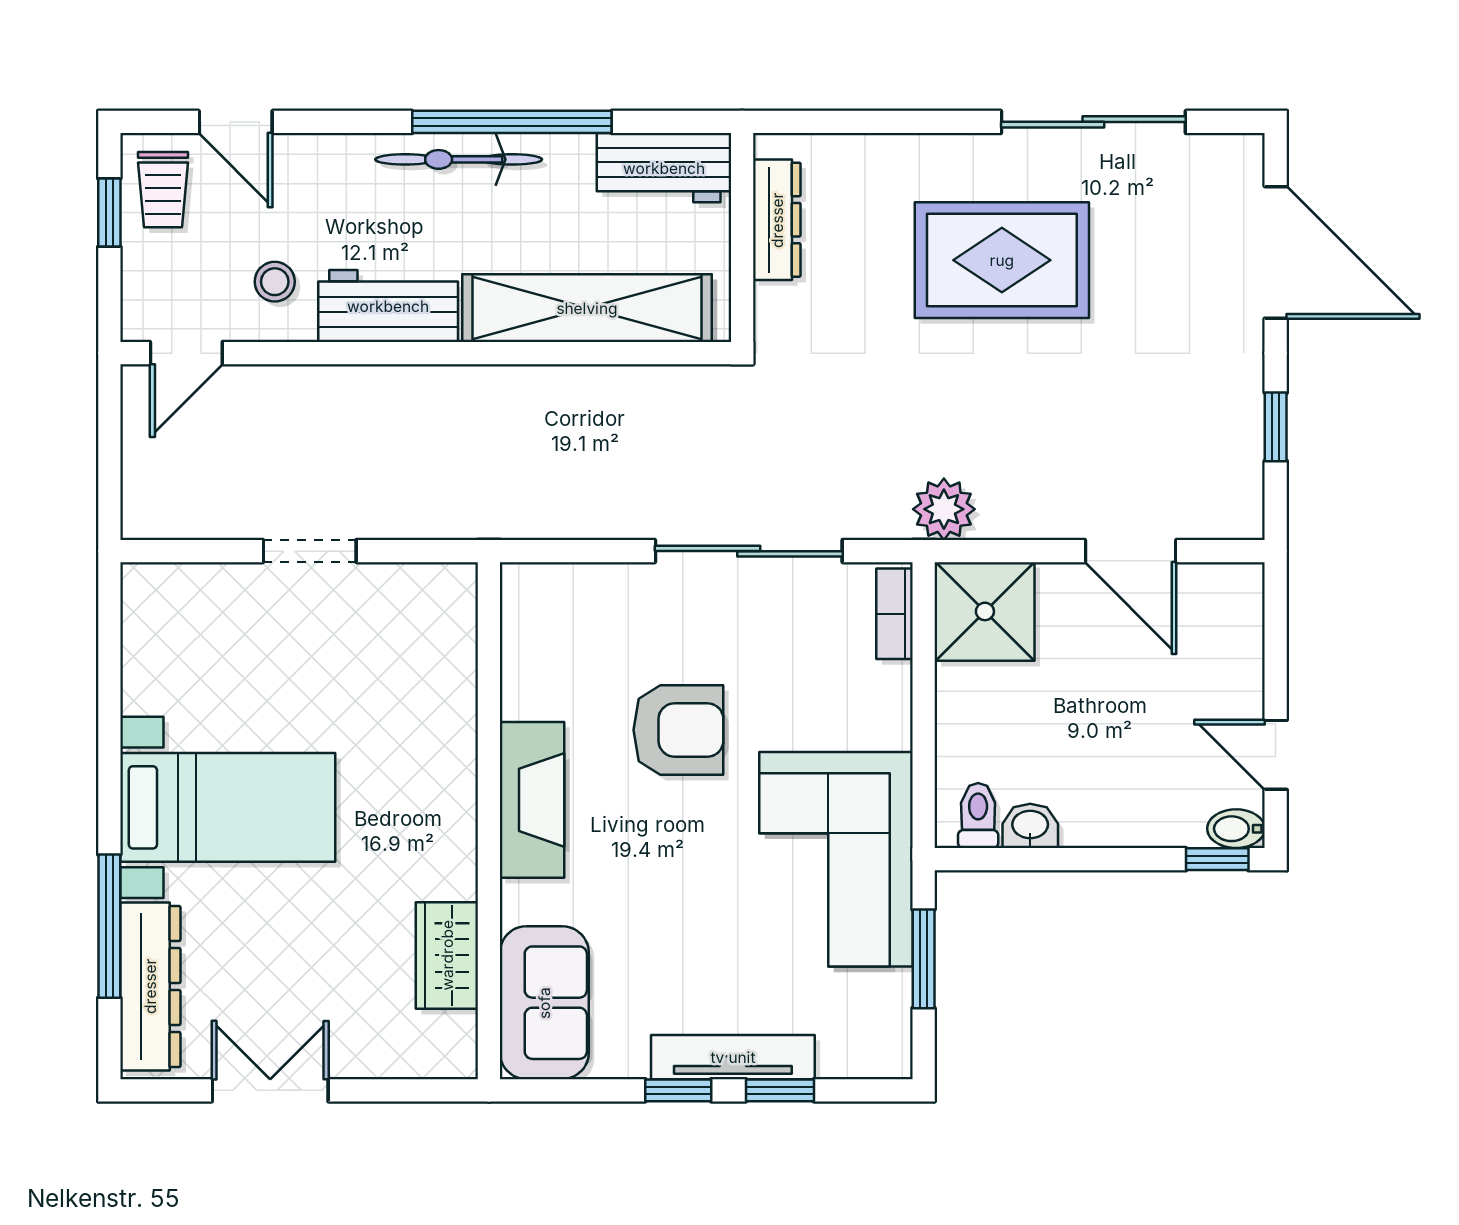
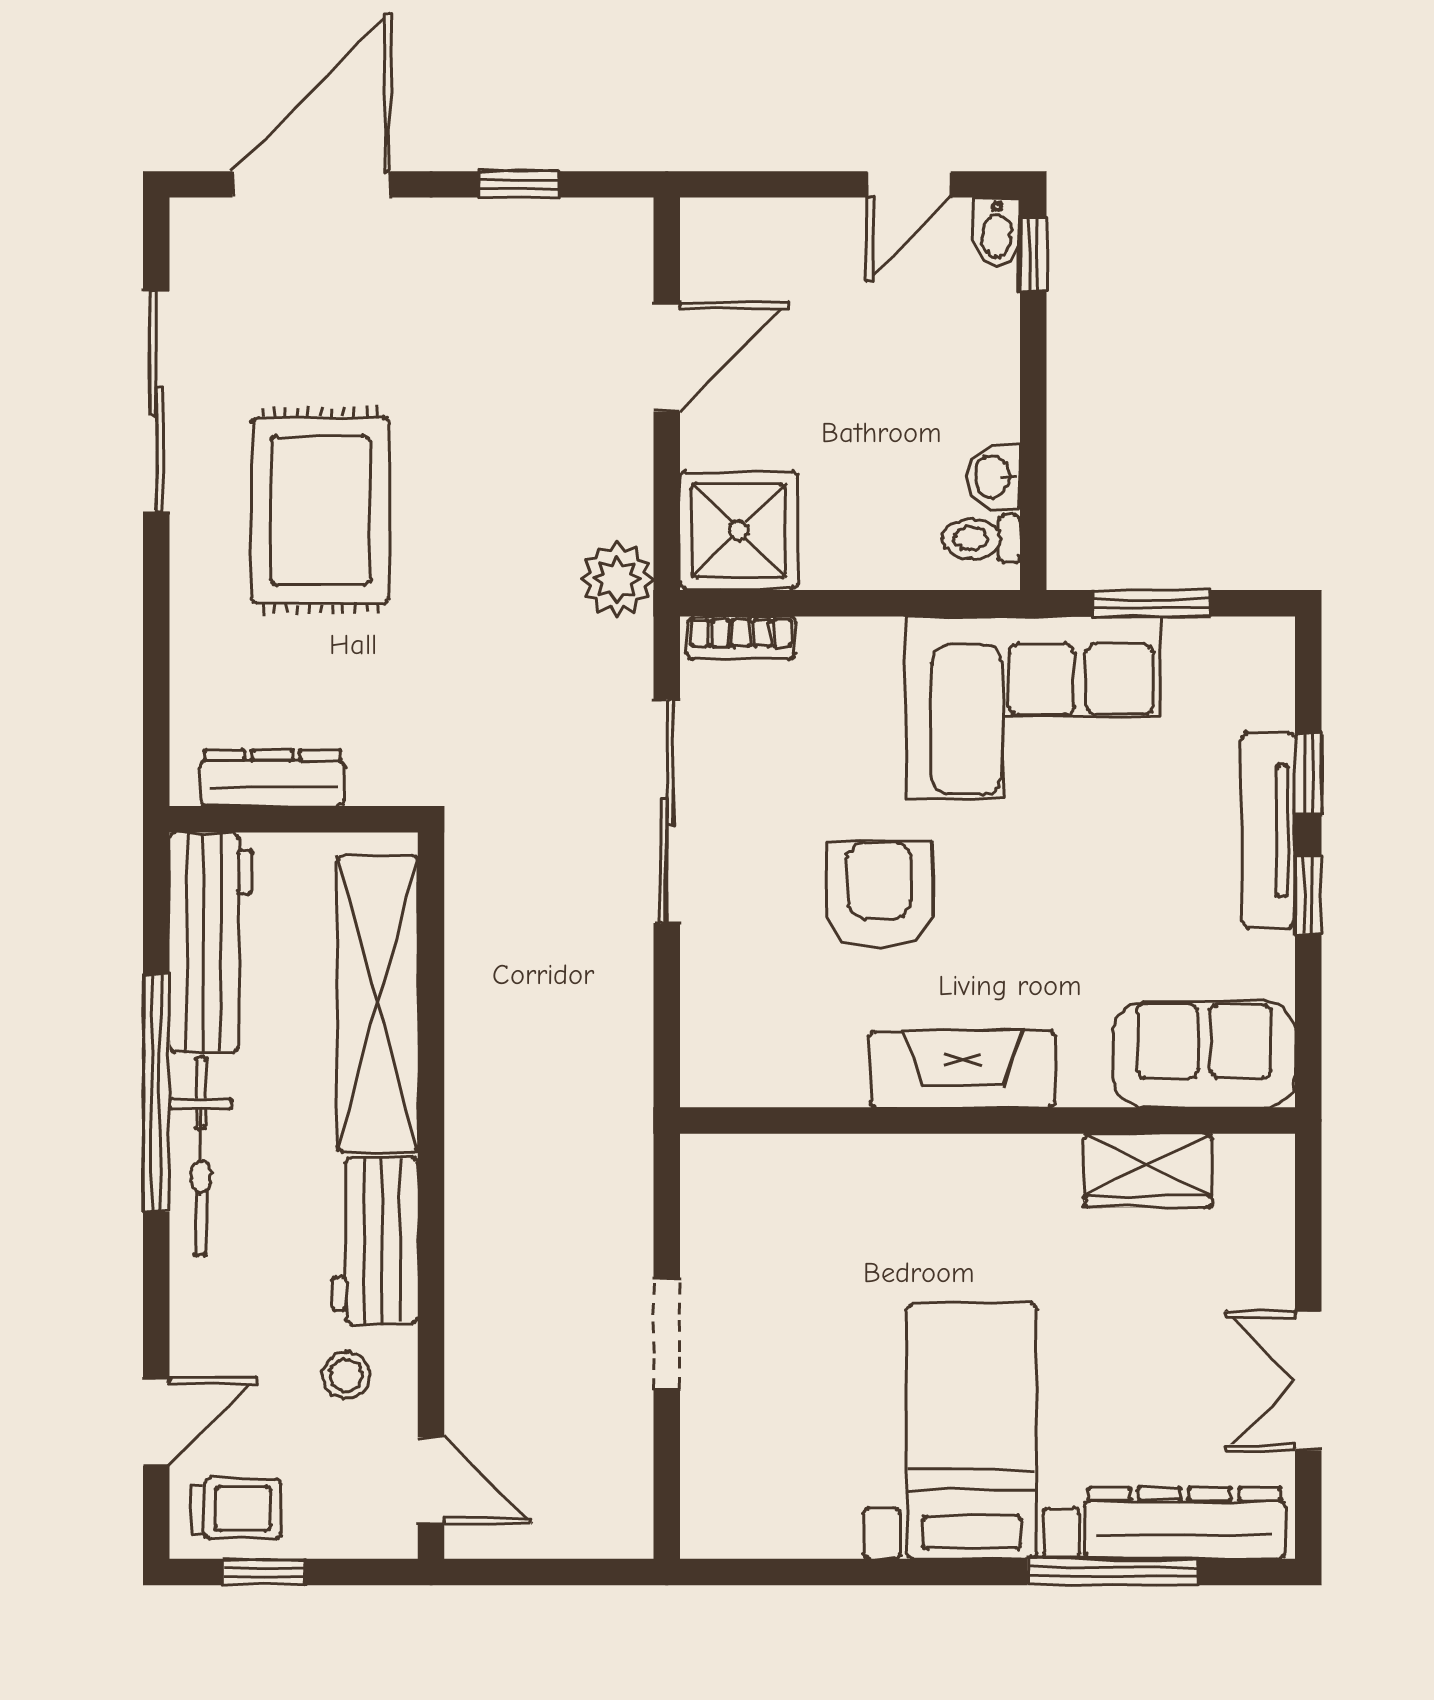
workbench: (664, 168) -> (211, 942), width x1.38

